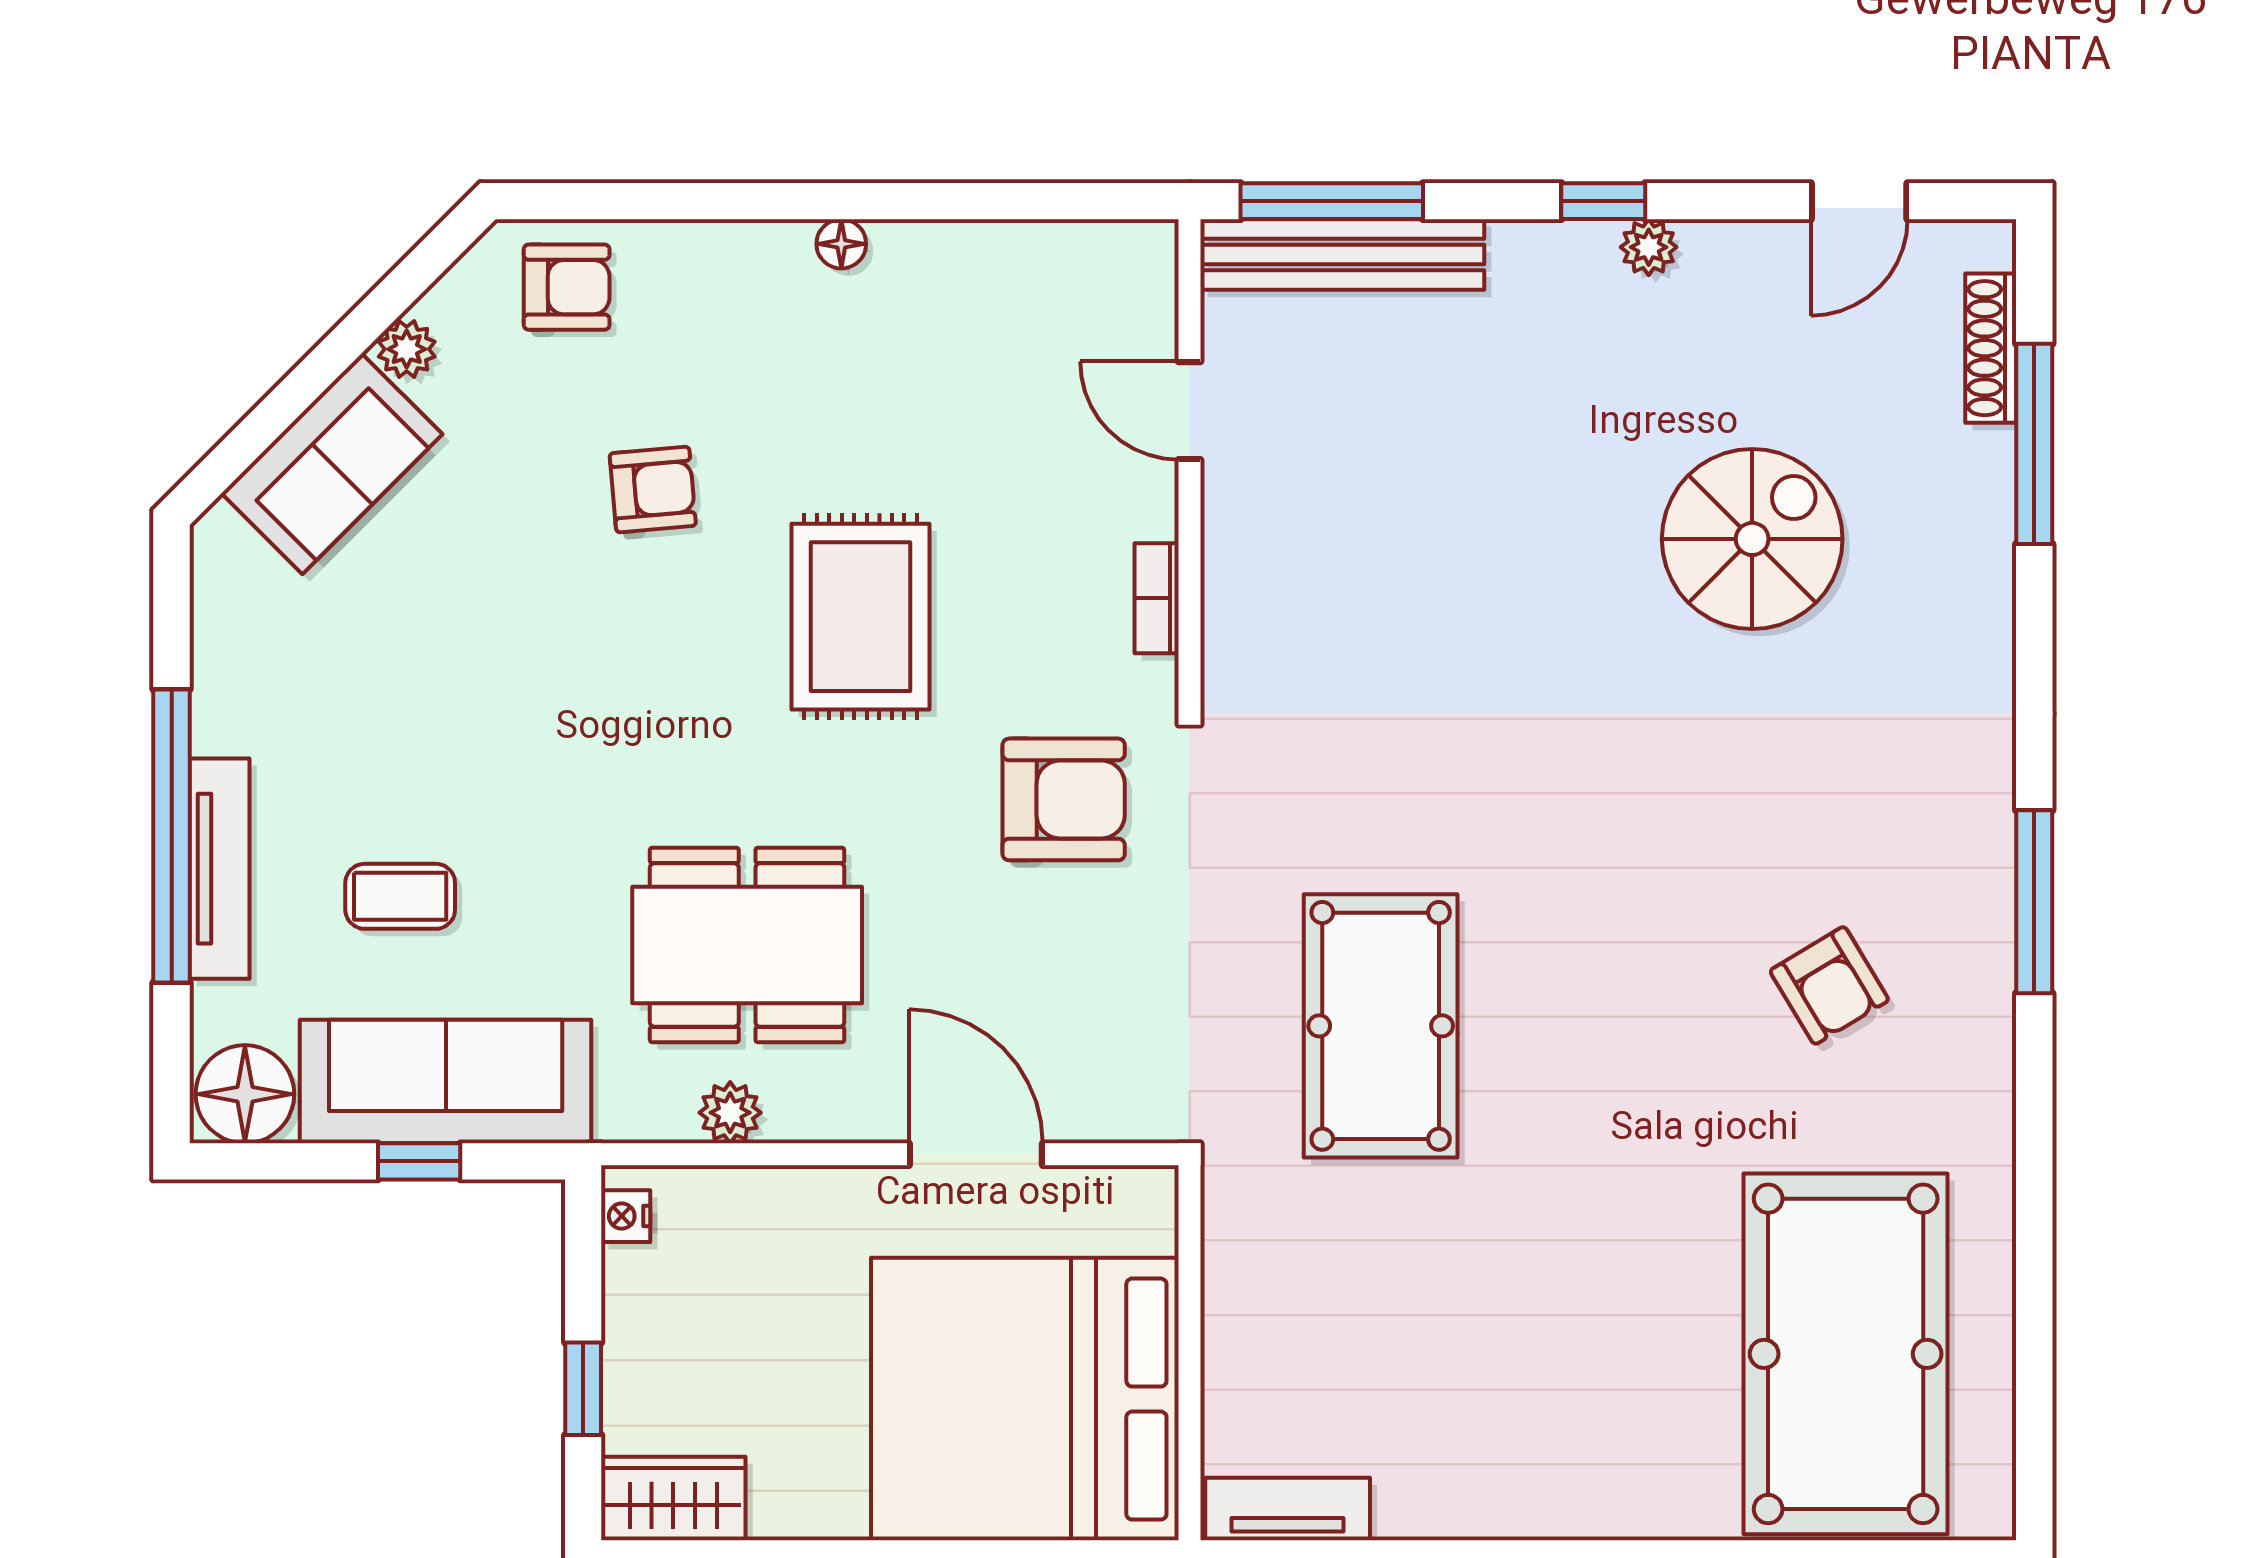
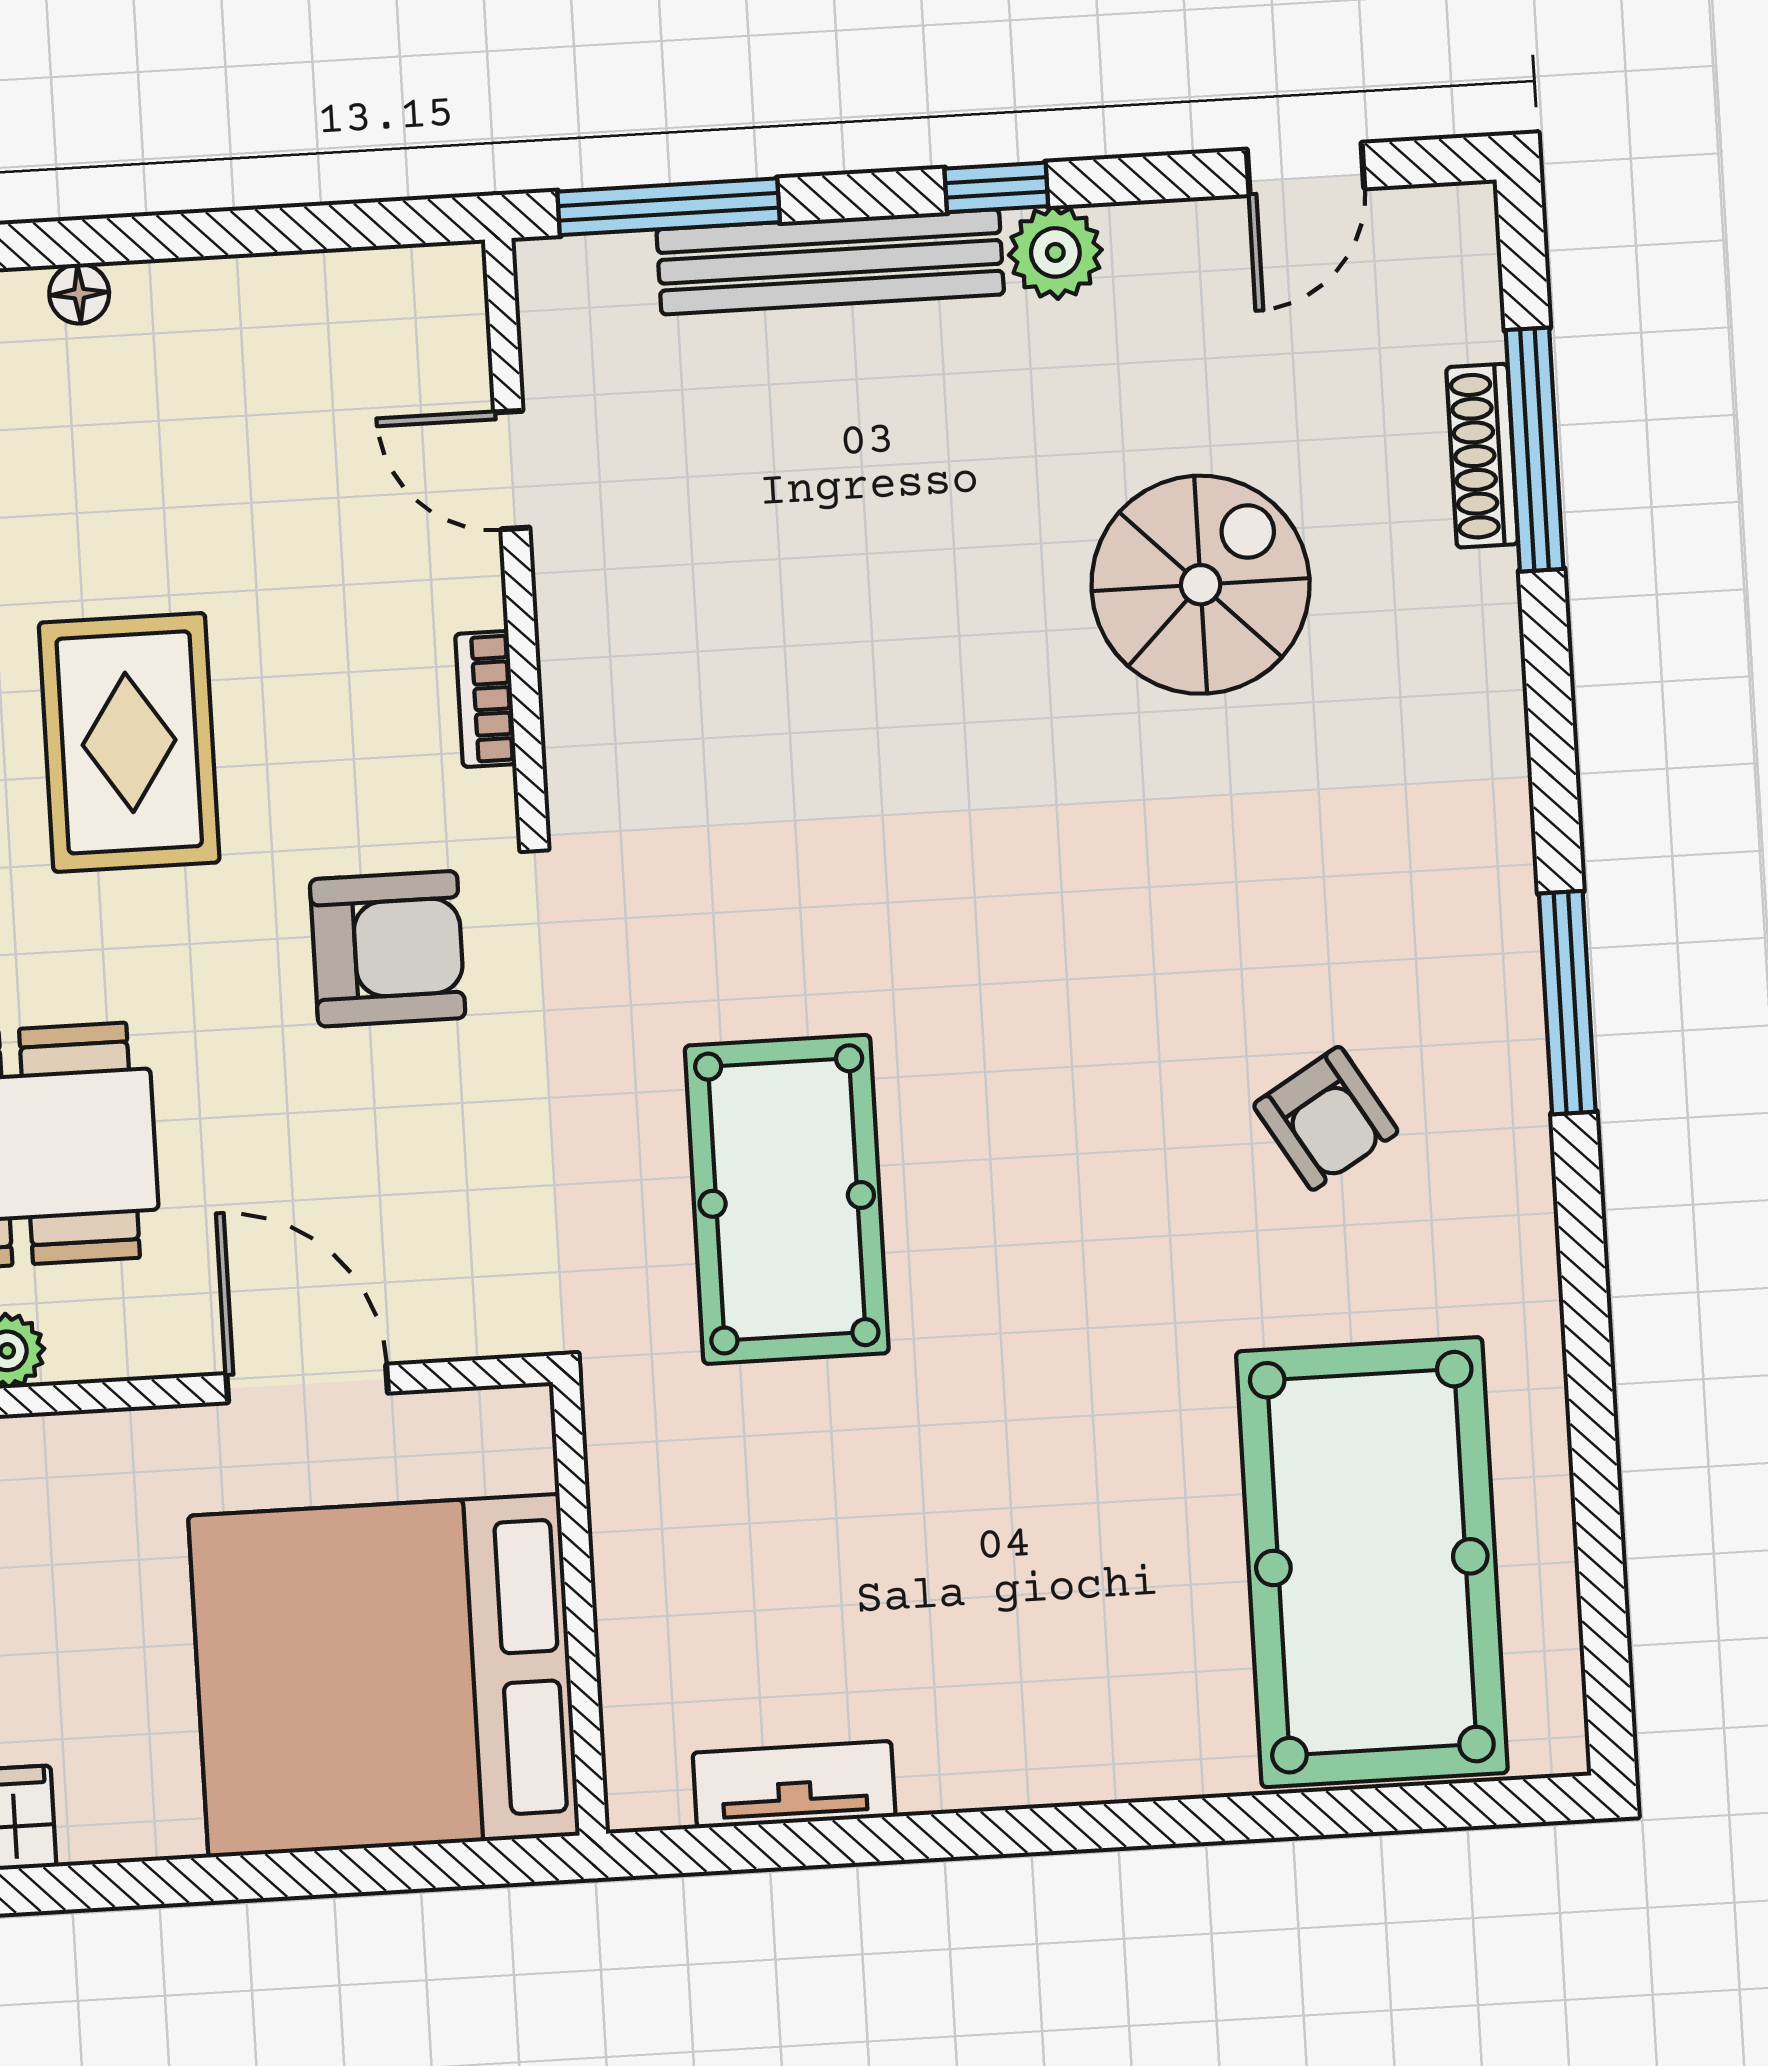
plant: (1649, 247) -> (1055, 252), width x1.38, depth x1.38
bench: (1342, 254) -> (830, 262), moved
shoe rack: (1991, 348) -> (1482, 456), moved
tv unit: (1288, 1509) -> (794, 1785), moved

